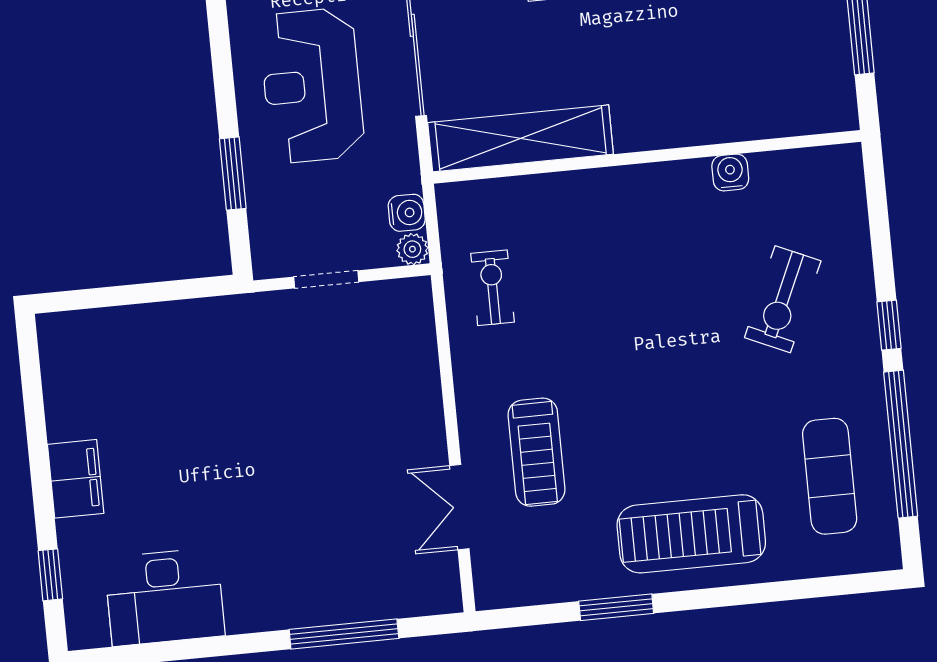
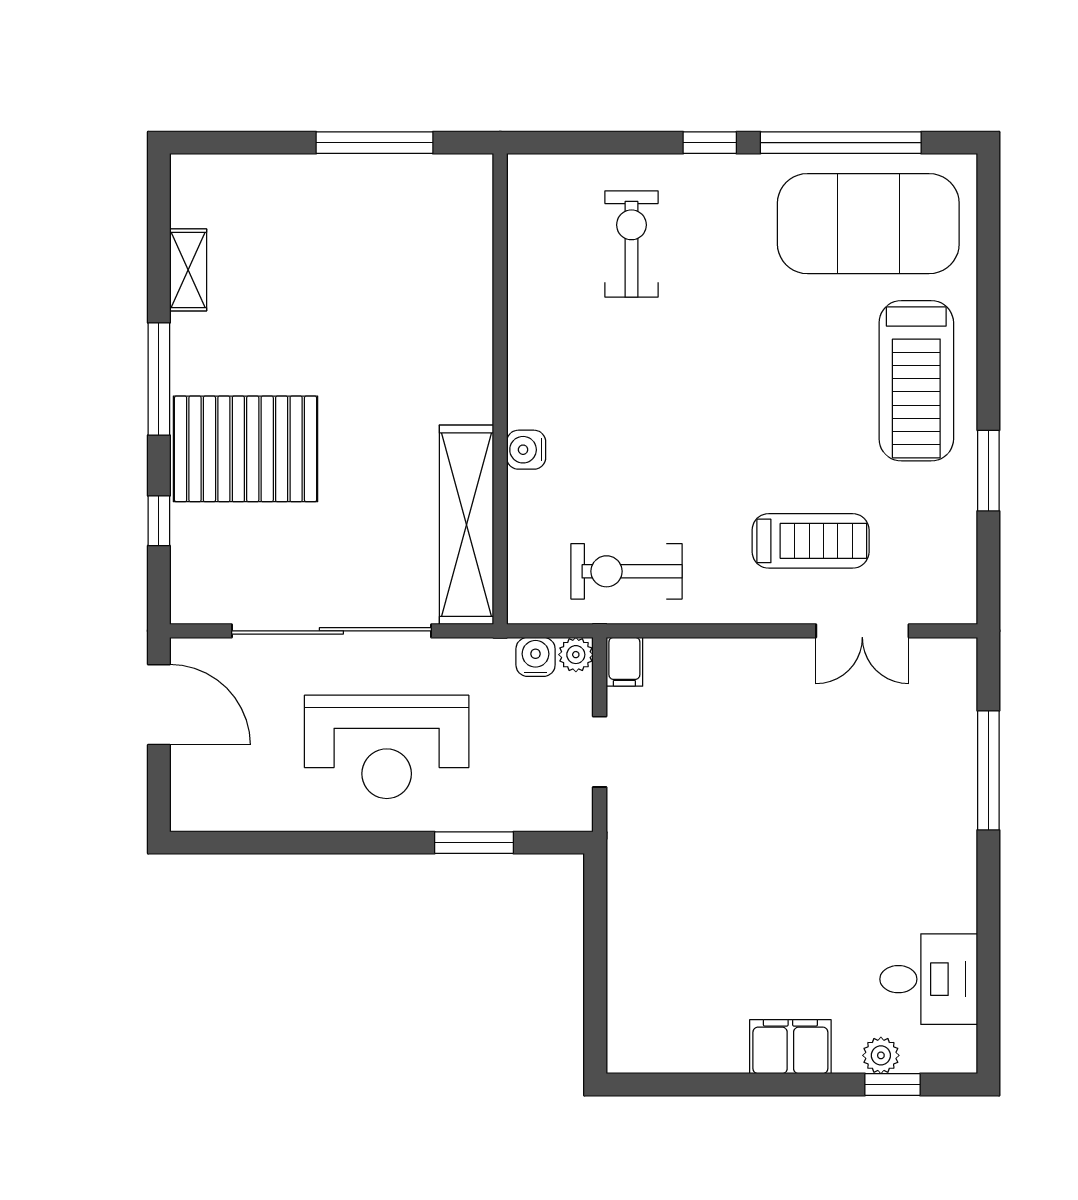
water cooler: (730, 172) -> (526, 450), moved
exercise bike: (492, 288) -> (627, 571), width x1.38, depth x1.39
filing cabinet: (410, 294) -> (624, 662), added
exercise bike: (783, 299) -> (631, 244), moved, turned -114
exercise mat: (830, 476) -> (868, 224), width x2.00, depth x1.45
plant: (76, 562) -> (881, 1055), added
desk: (165, 597) -> (929, 979), width x0.73

